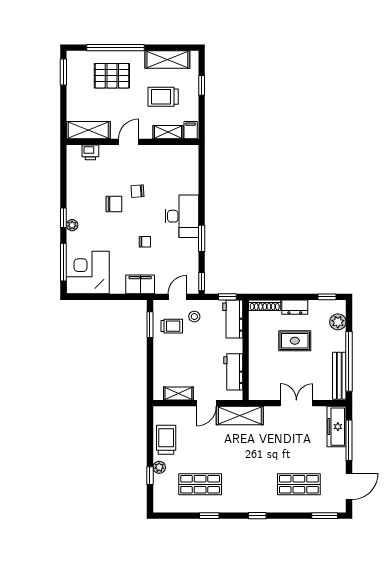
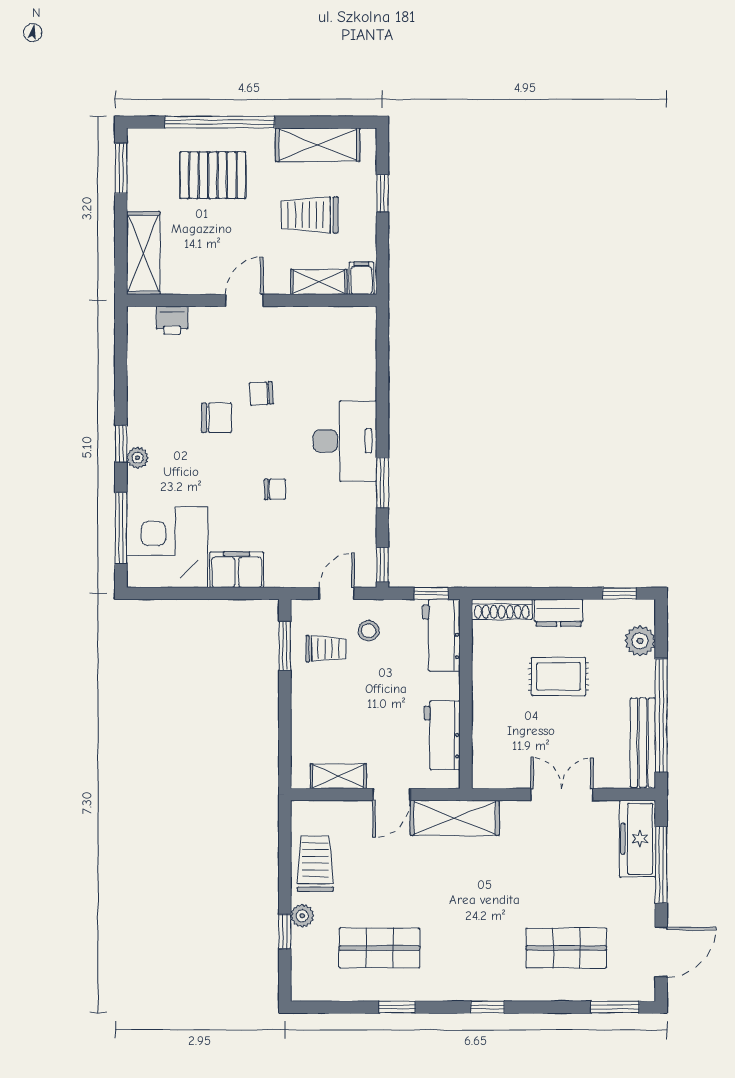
shelving: (88, 130) -> (143, 253), moved, turned 90
filing cabinet: (140, 284) -> (237, 570), moved

